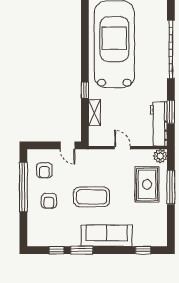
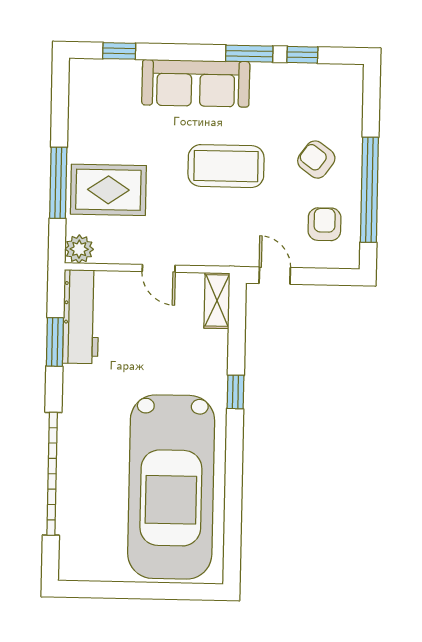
shelving: (94, 113) -> (217, 301), moved
rug: (147, 184) -> (108, 190), turned 90
armchair: (49, 201) -> (316, 160), turned -54

